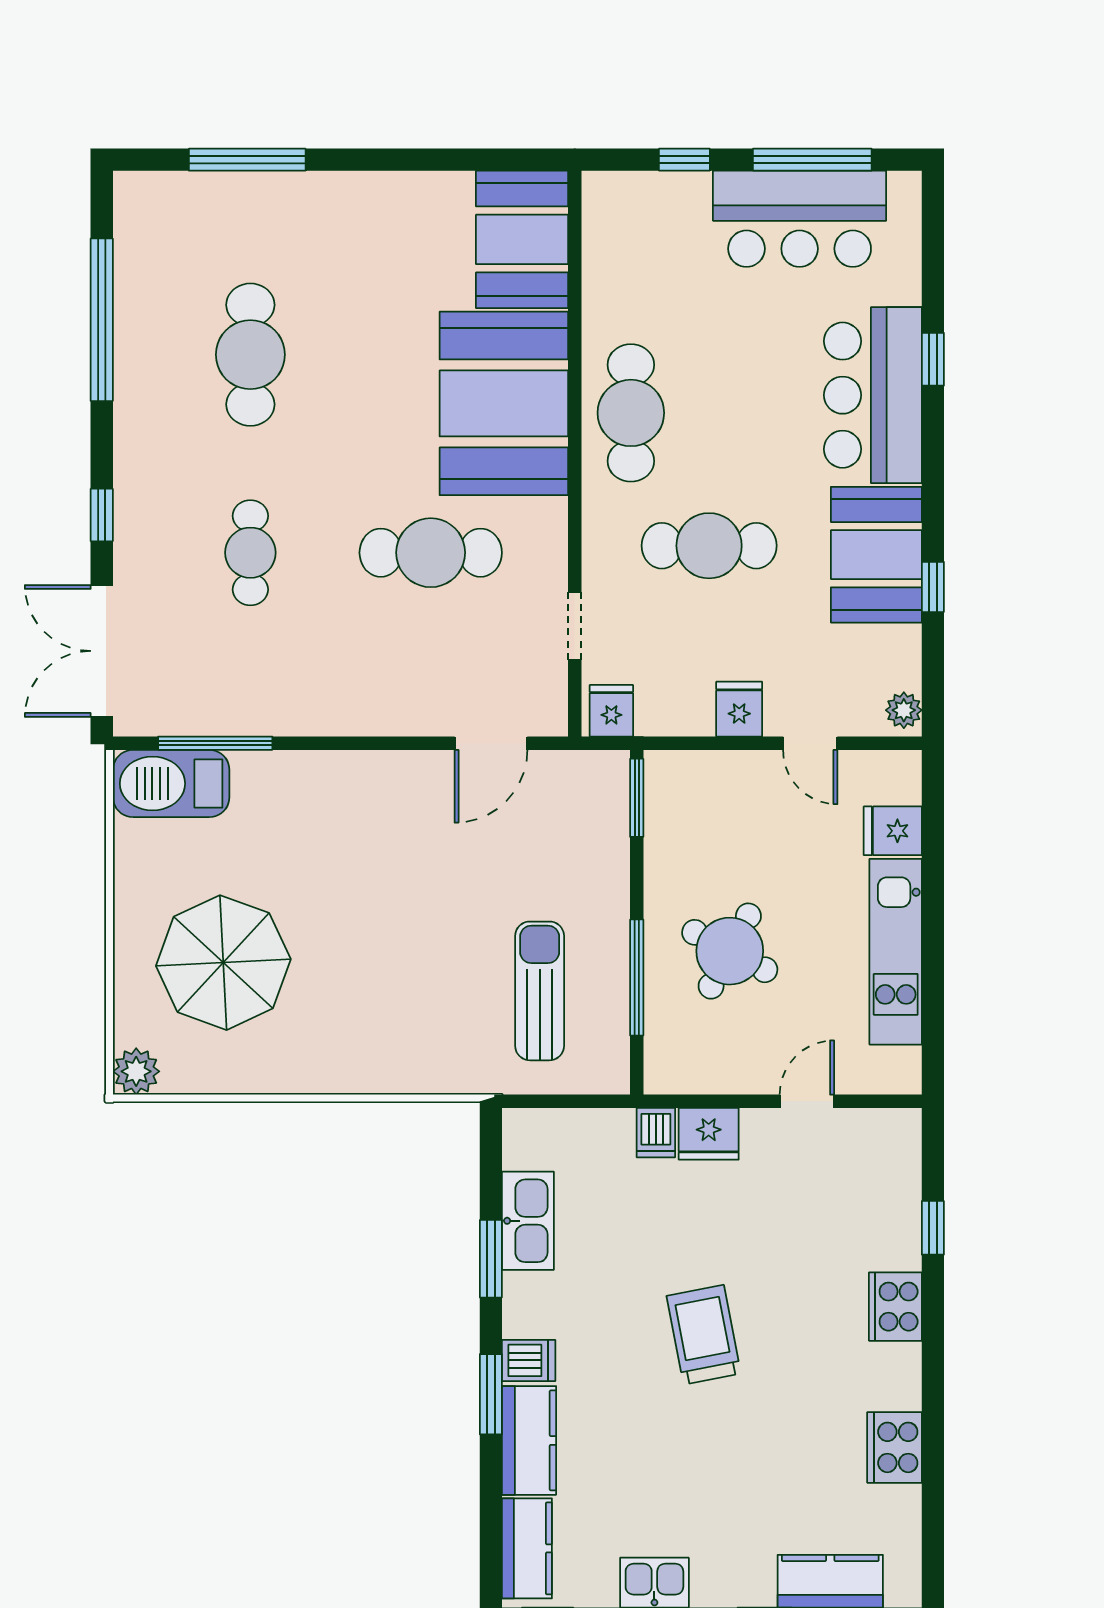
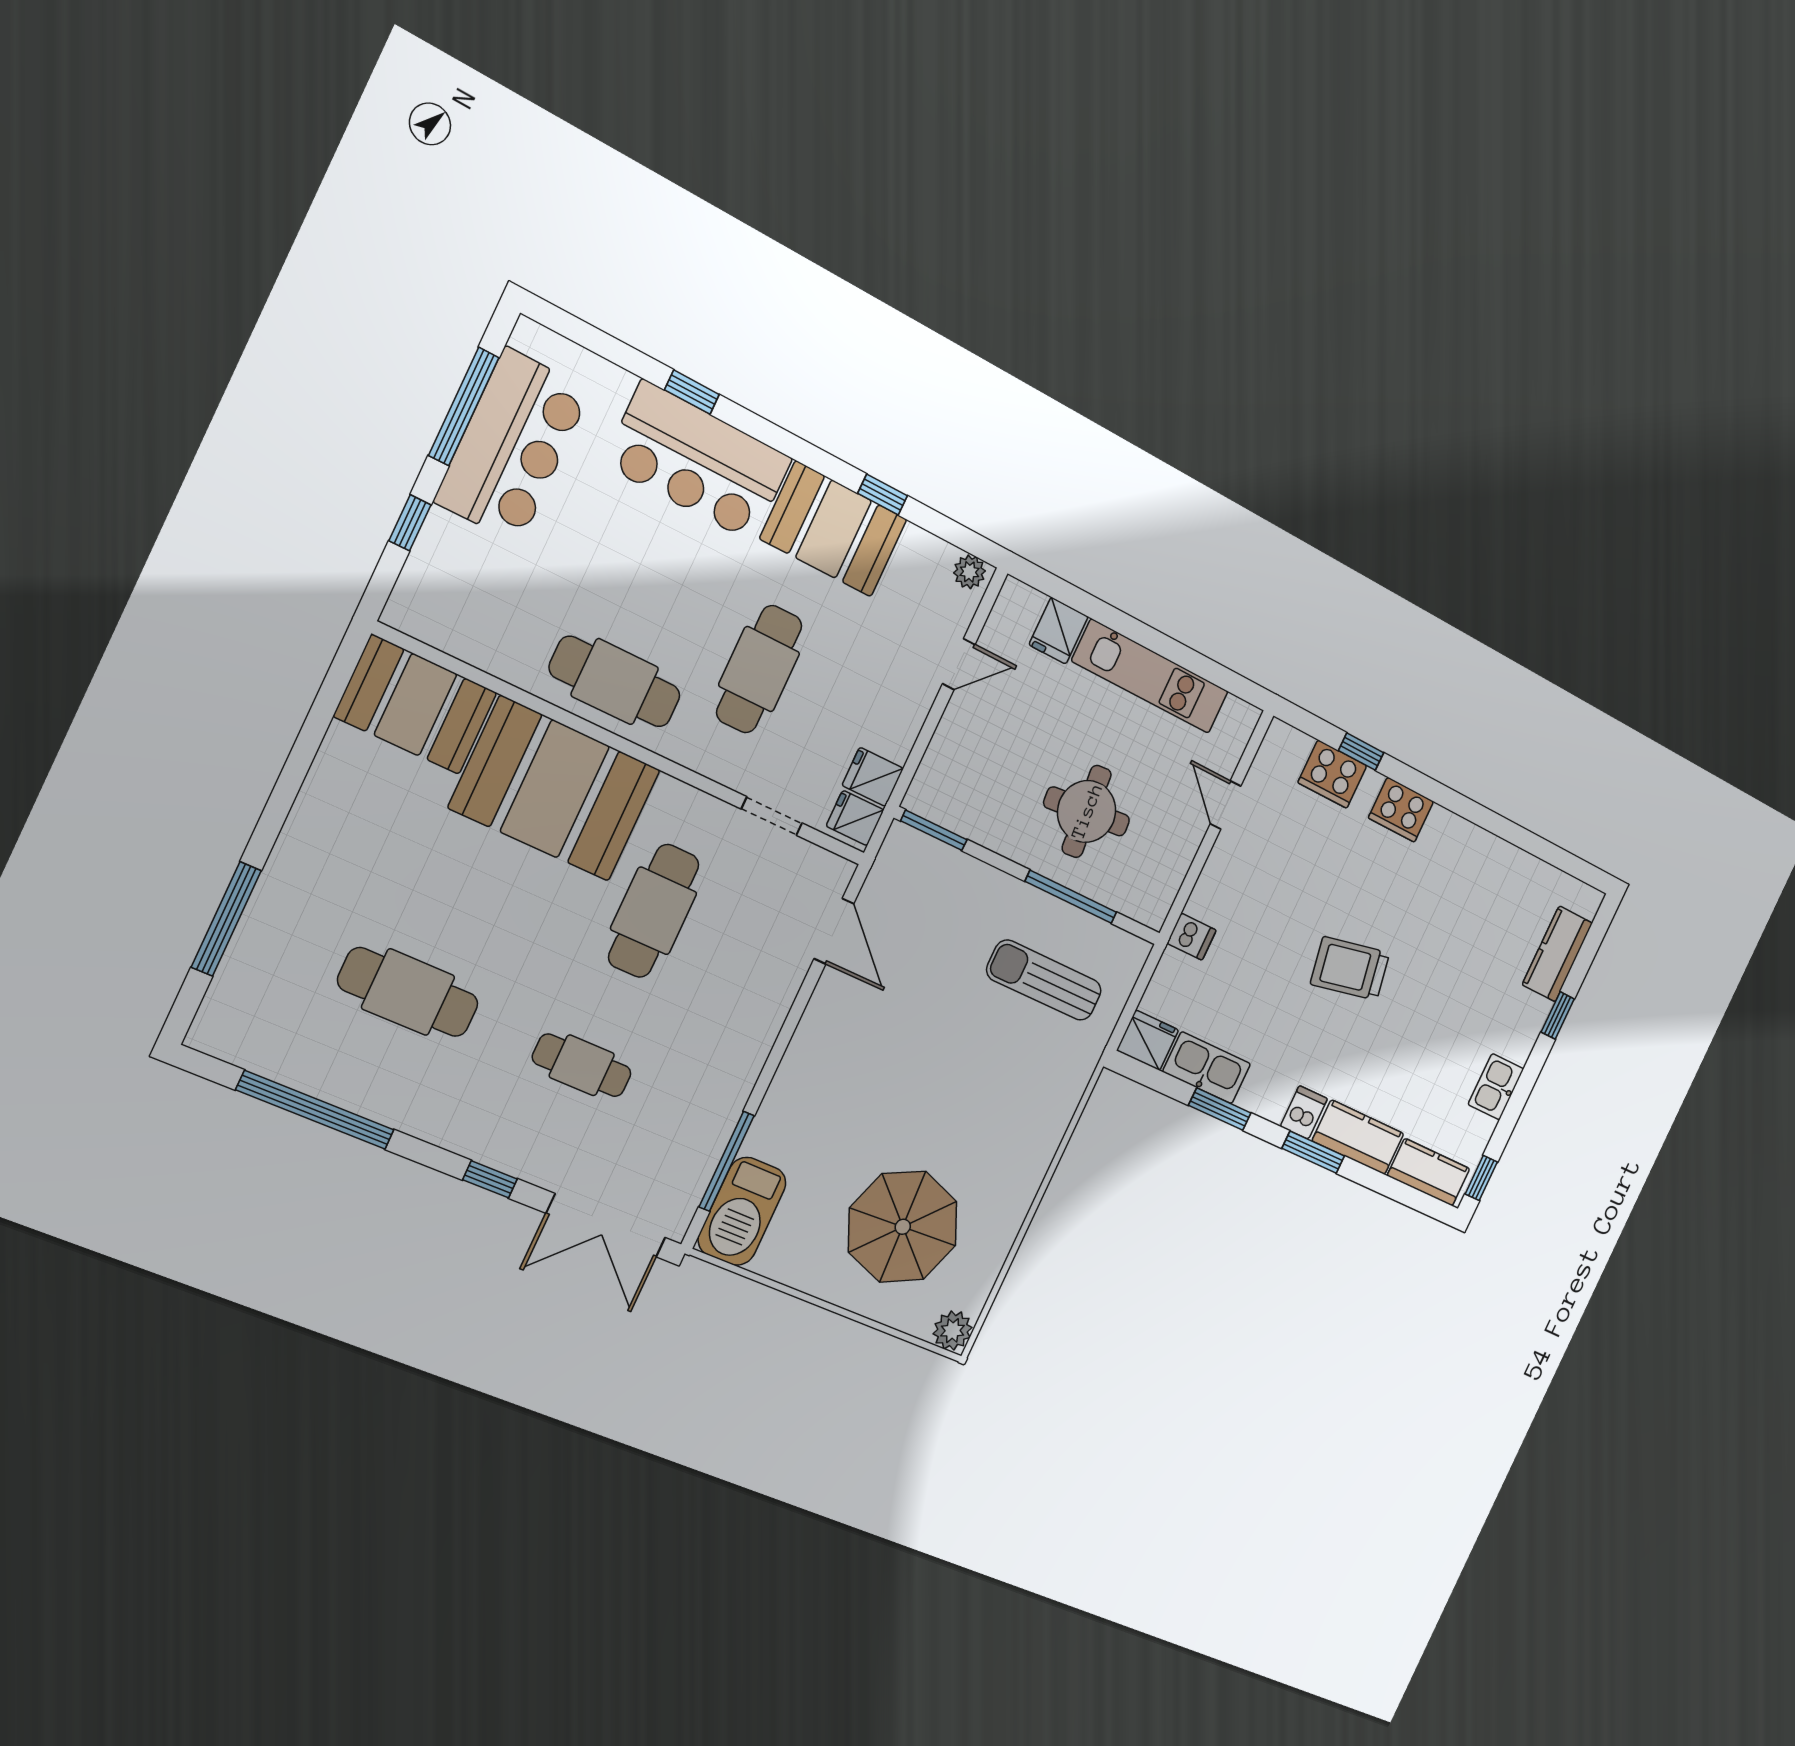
fridge: (739, 709) -> (873, 777), moved
round table: (730, 951) -> (1087, 811), turned -33
fridge: (709, 1134) -> (1148, 1040), moved, turned -90
cooker: (894, 1447) -> (1332, 774), moved

